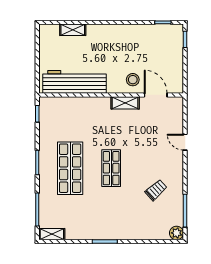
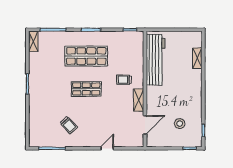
stool: (133, 80) -> (180, 124), moved
trolley: (100, 121) -> (124, 80), added
plant: (177, 233) -> (34, 141), removed

